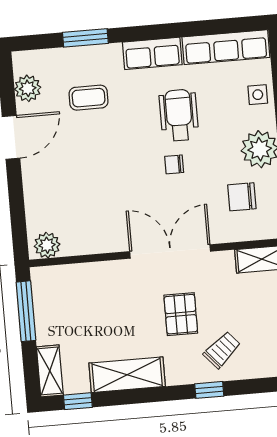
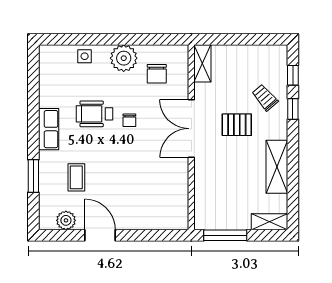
row of seats: (226, 47) -> (49, 76), removed
plant: (47, 245) -> (179, 216), removed
window: (78, 401) -> (293, 75), moved

